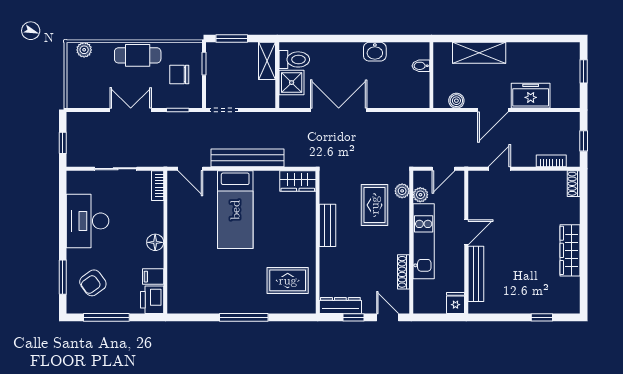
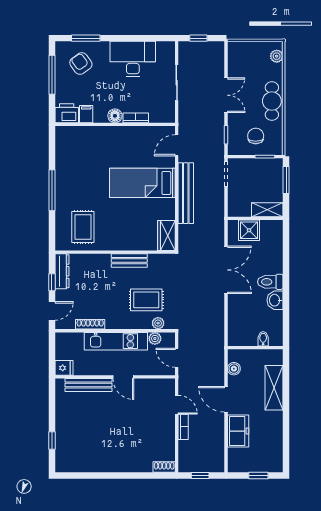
toilet: (294, 59) -> (270, 282), moved, turned 90
bookcase: (551, 161) -> (183, 427), moved
bookcase: (158, 186) -> (136, 118), moved
wardrobe: (570, 250) -> (108, 464), removed

